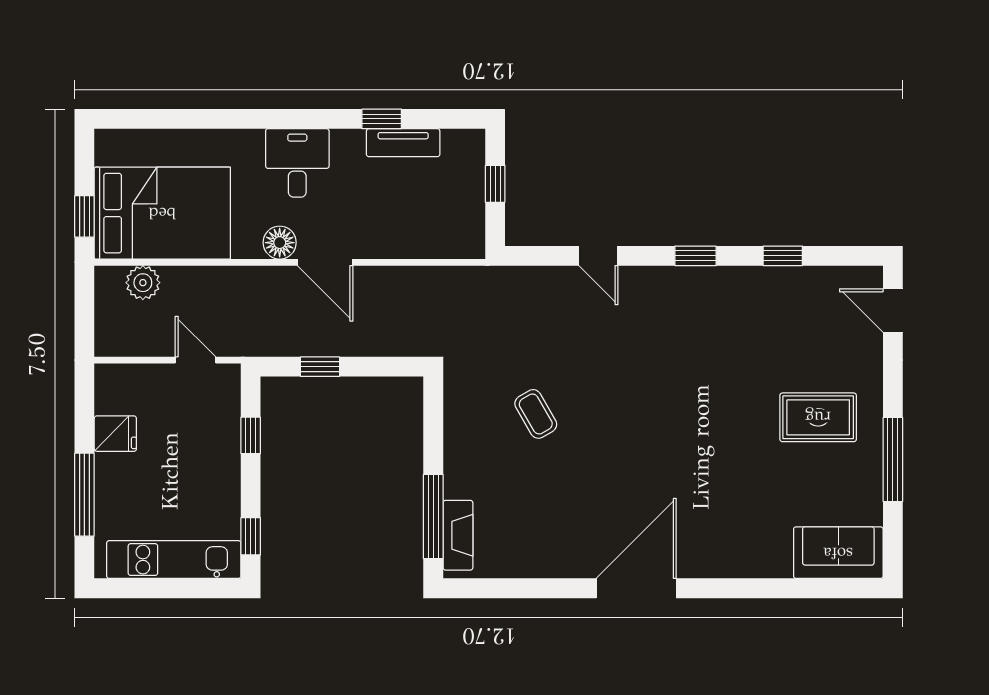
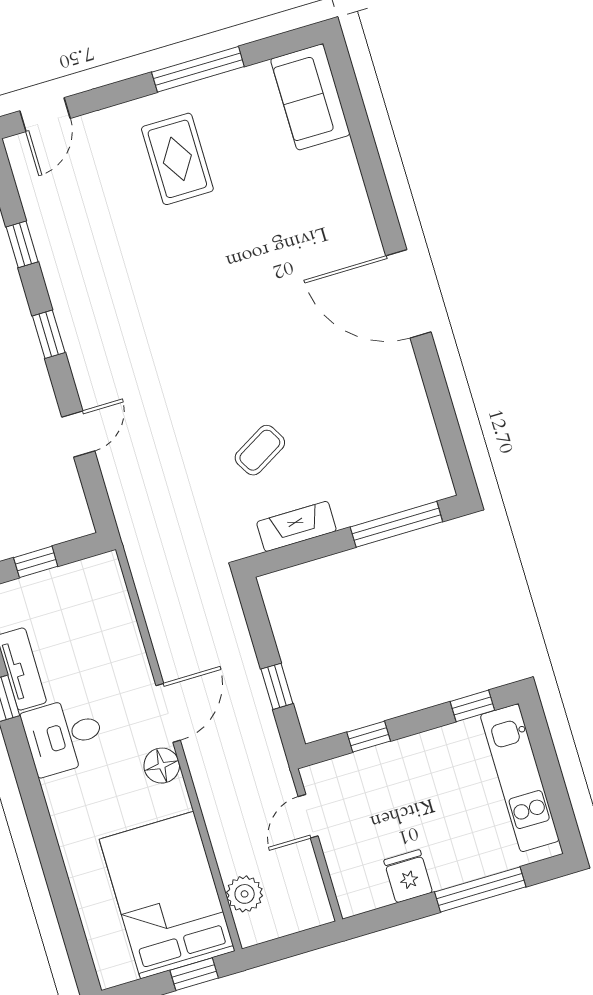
desk: (297, 163) -> (64, 736), moved
fireplace: (458, 535) -> (296, 526), moved

